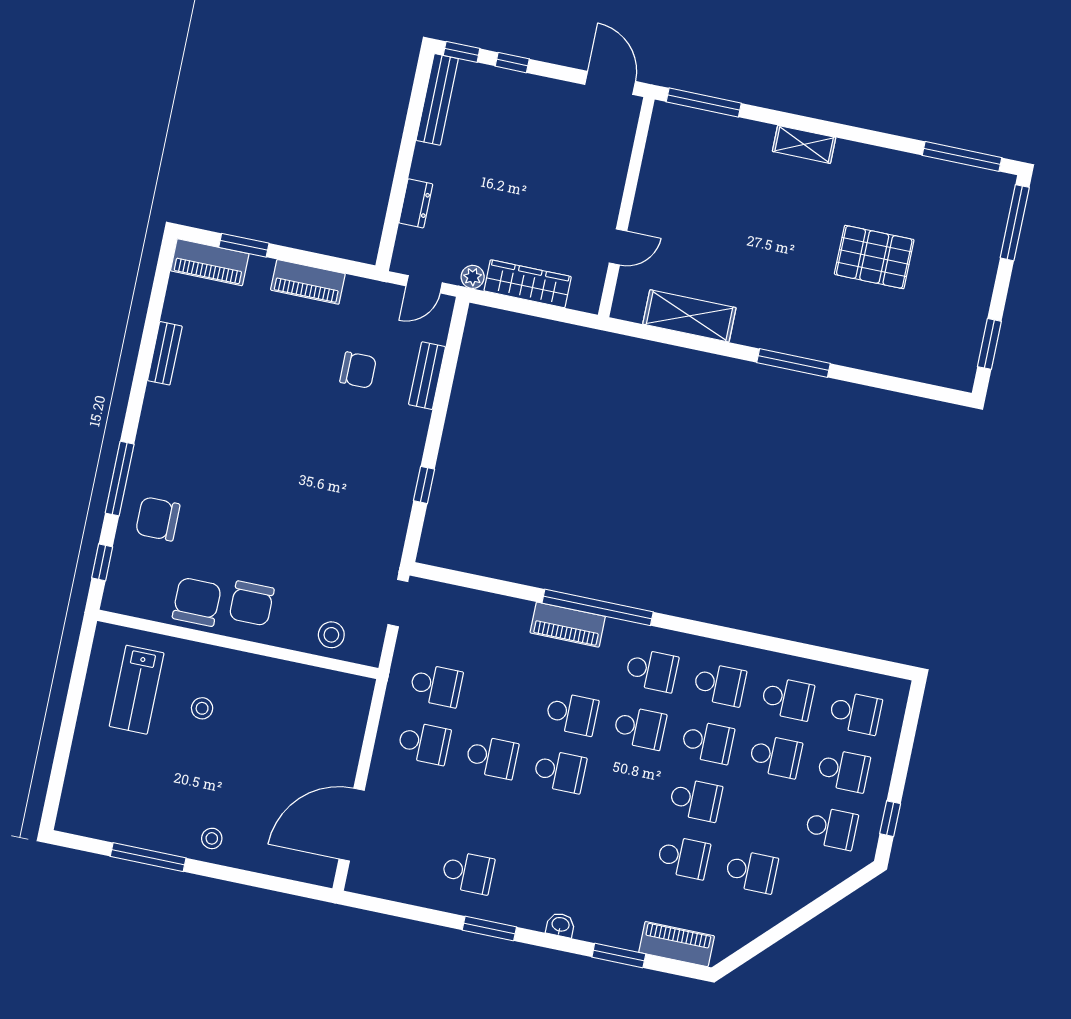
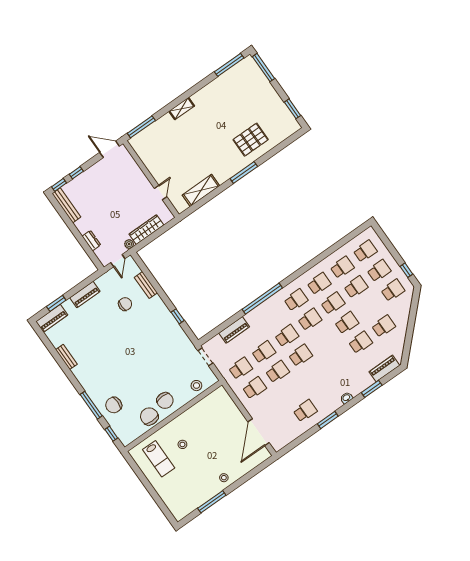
pallet: (874, 257) -> (251, 140), moved
piano: (568, 625) -> (234, 330), moved
school desk: (504, 700) -> (264, 352), added

